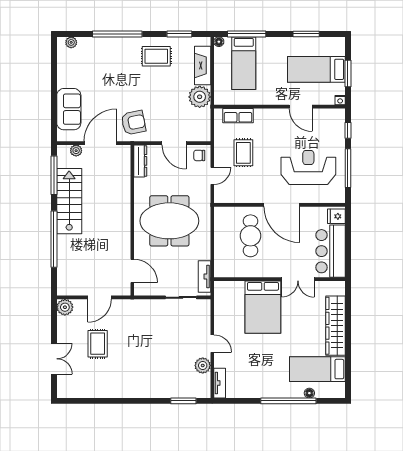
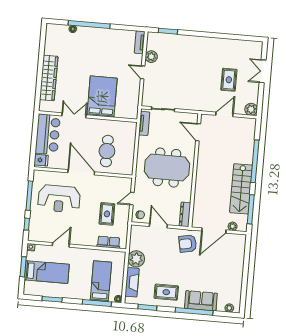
door: (301, 107) -> (61, 245), hinge flipped
sofa: (69, 109) -> (201, 301), moved, turned 90
bed: (317, 369) -> (65, 46), removed

